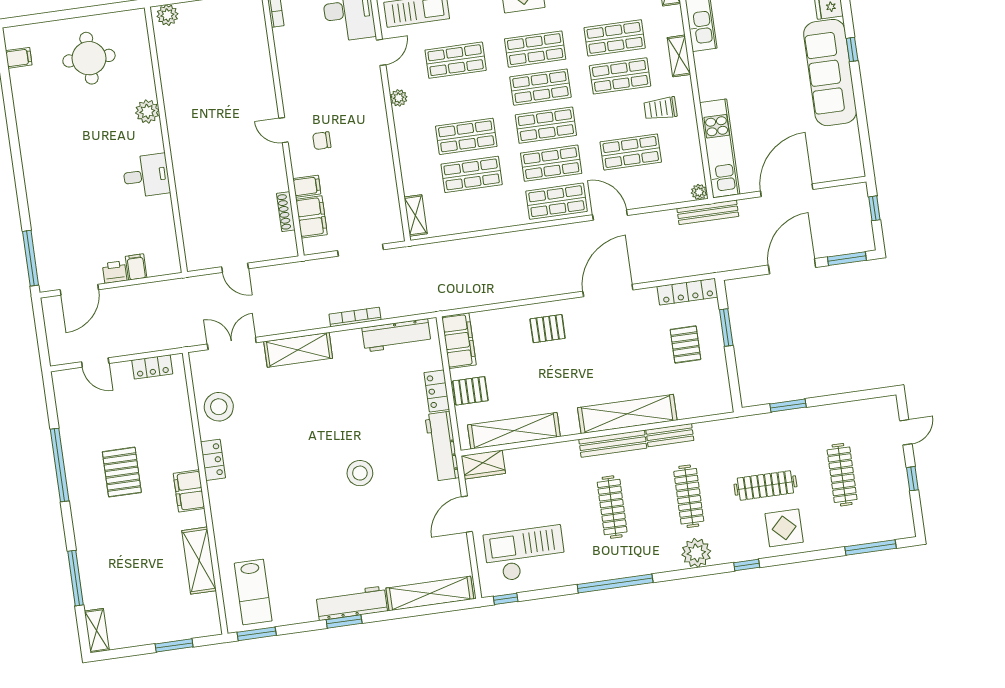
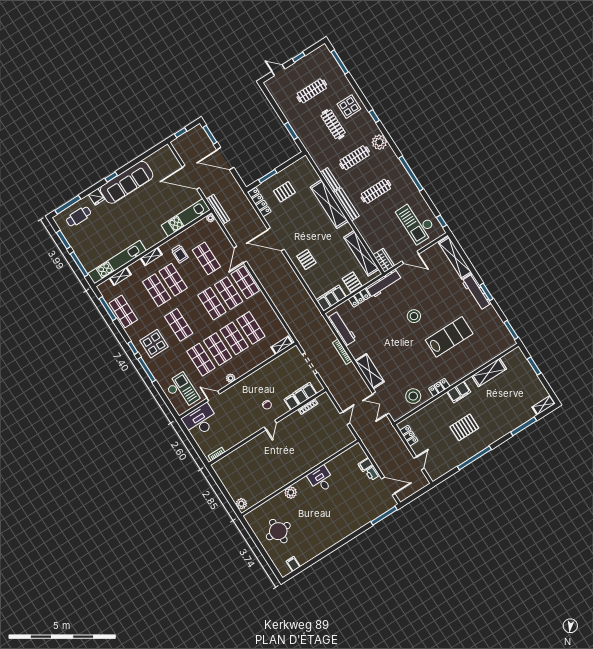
shop shelf: (540, 87) -> (218, 349), moved
lab bench: (253, 592) -> (449, 337), moved, width x1.36, depth x1.39

